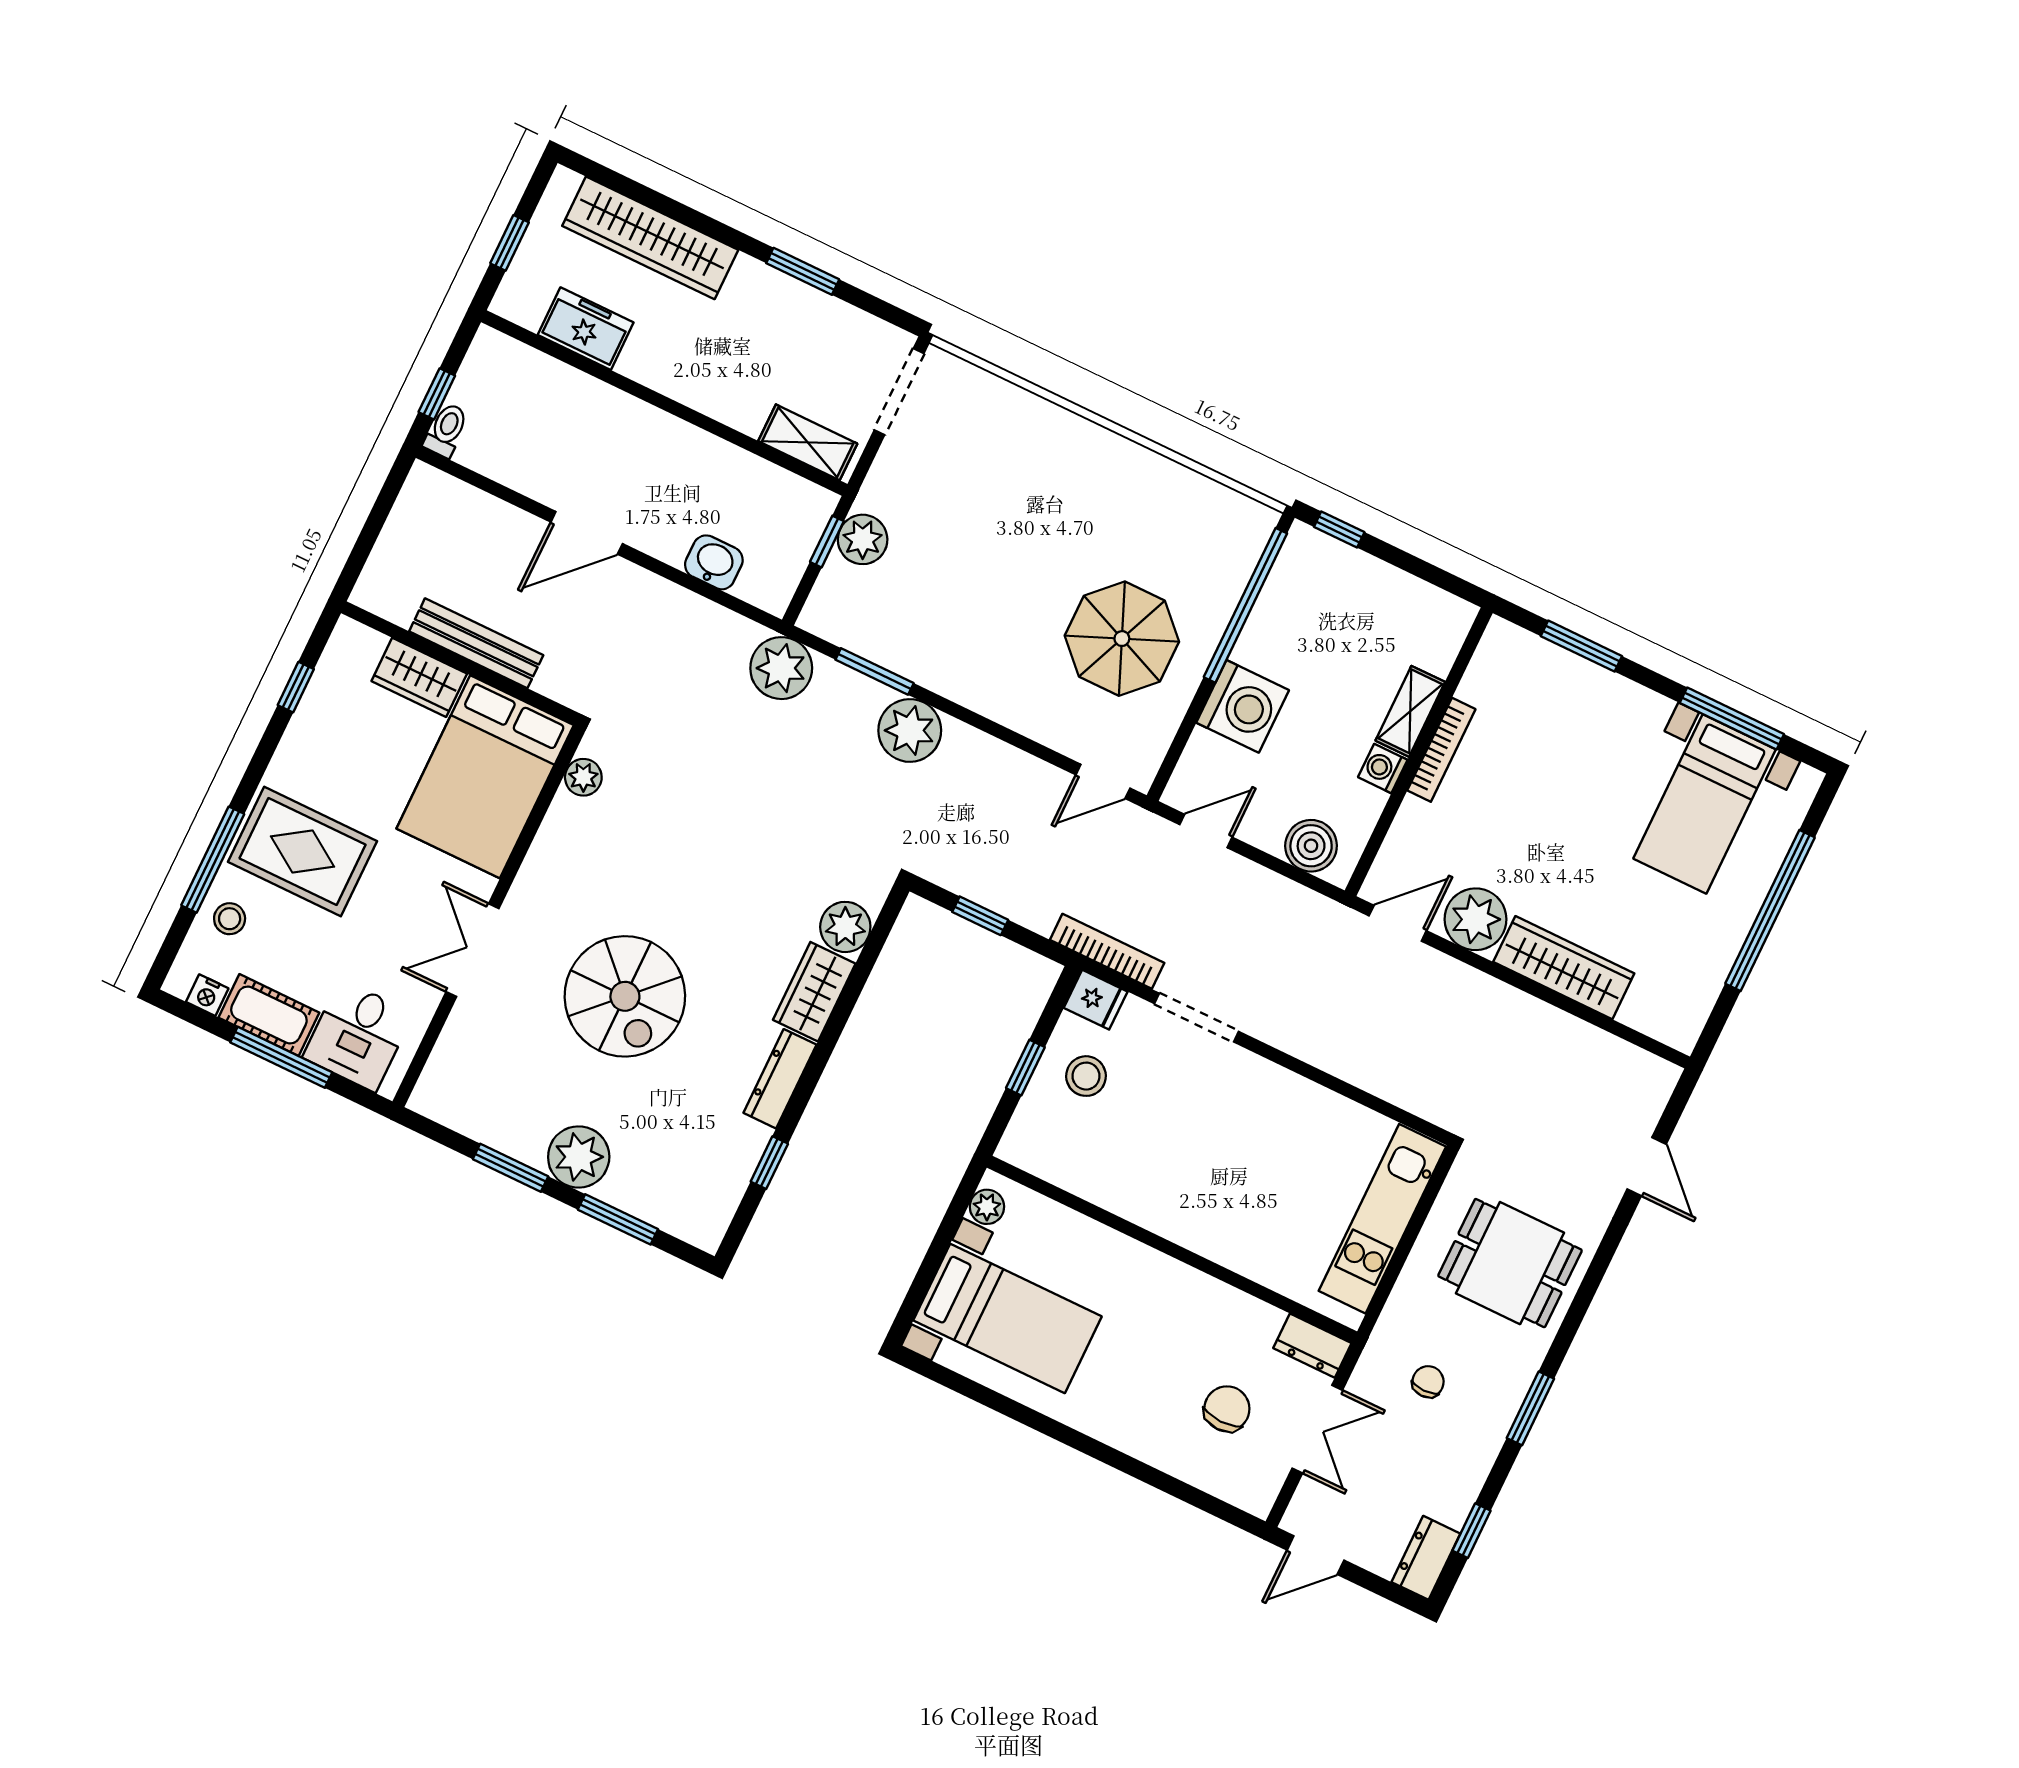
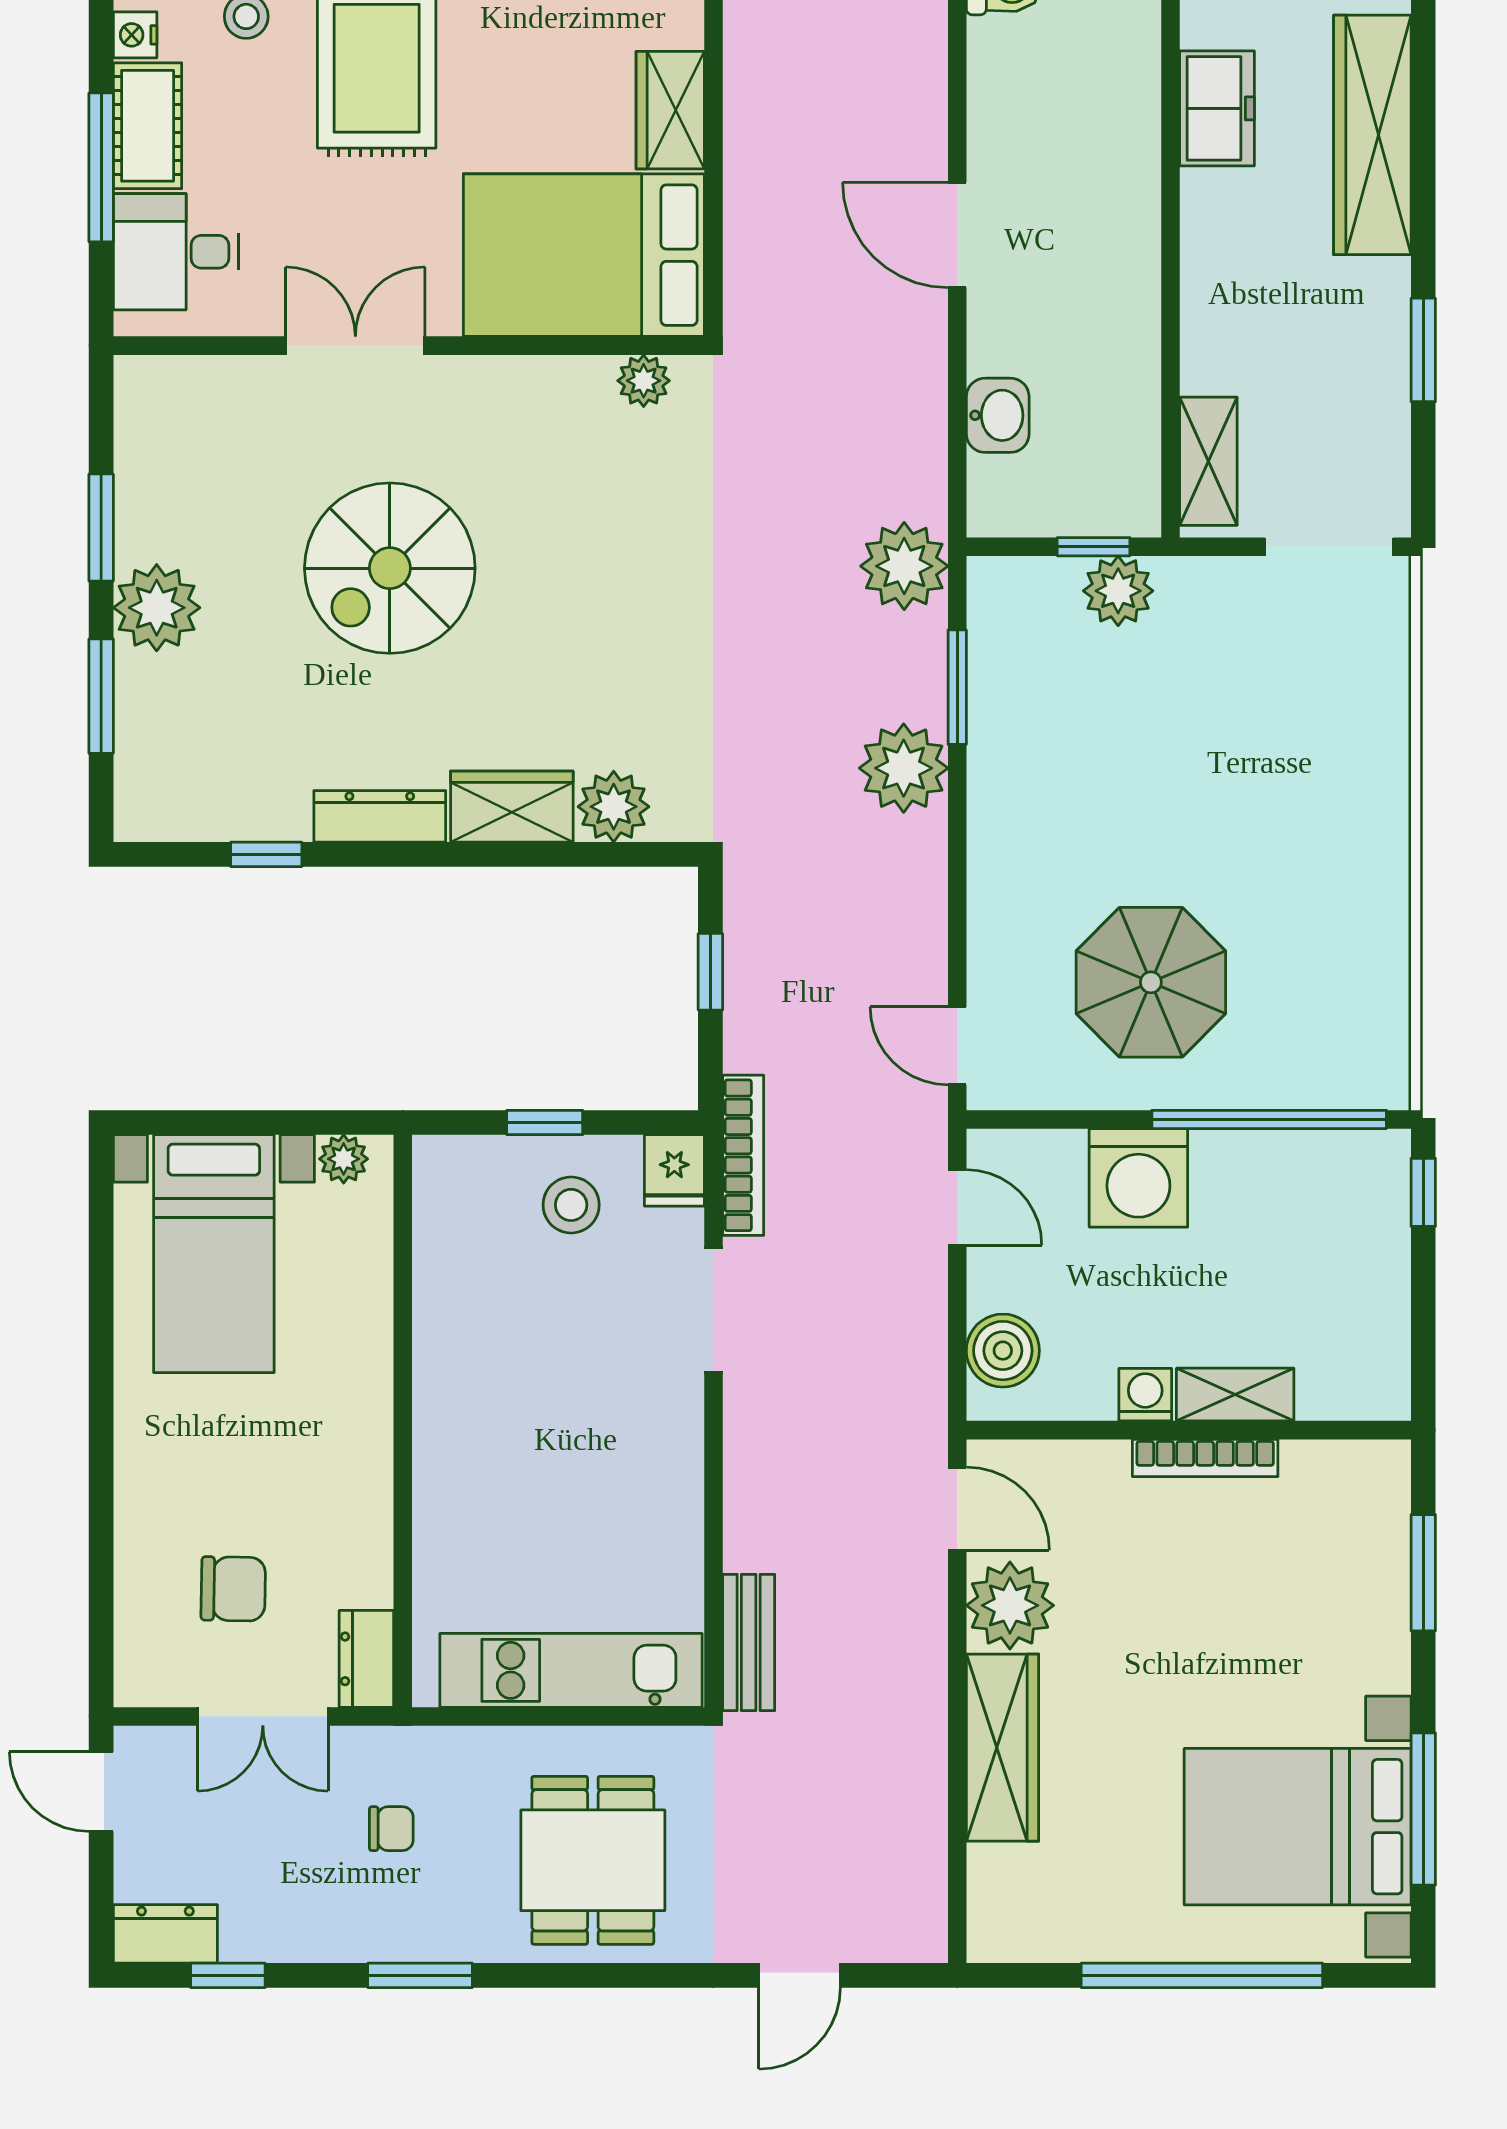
bench: (476, 643) -> (749, 1643), moved, width x0.73
bed with nightstands: (1705, 804) -> (1298, 1827), width x1.36

